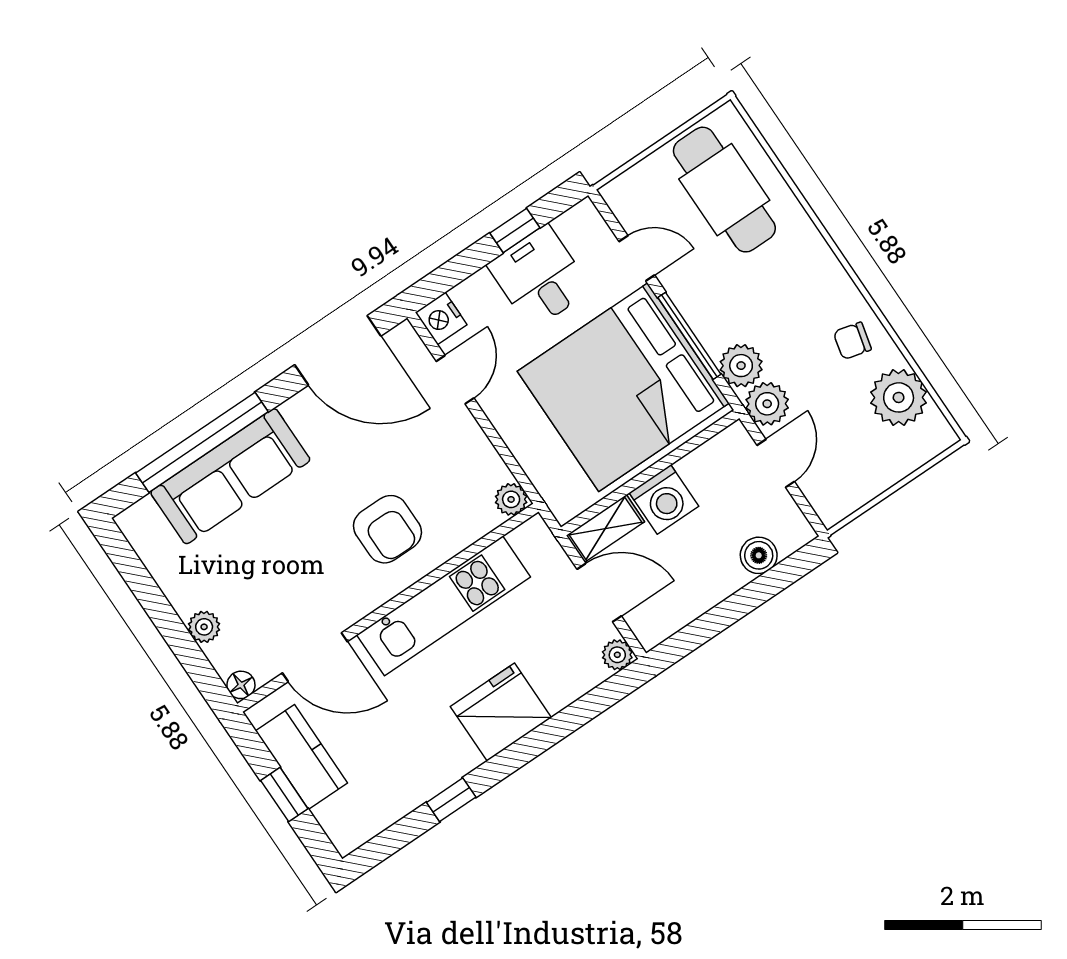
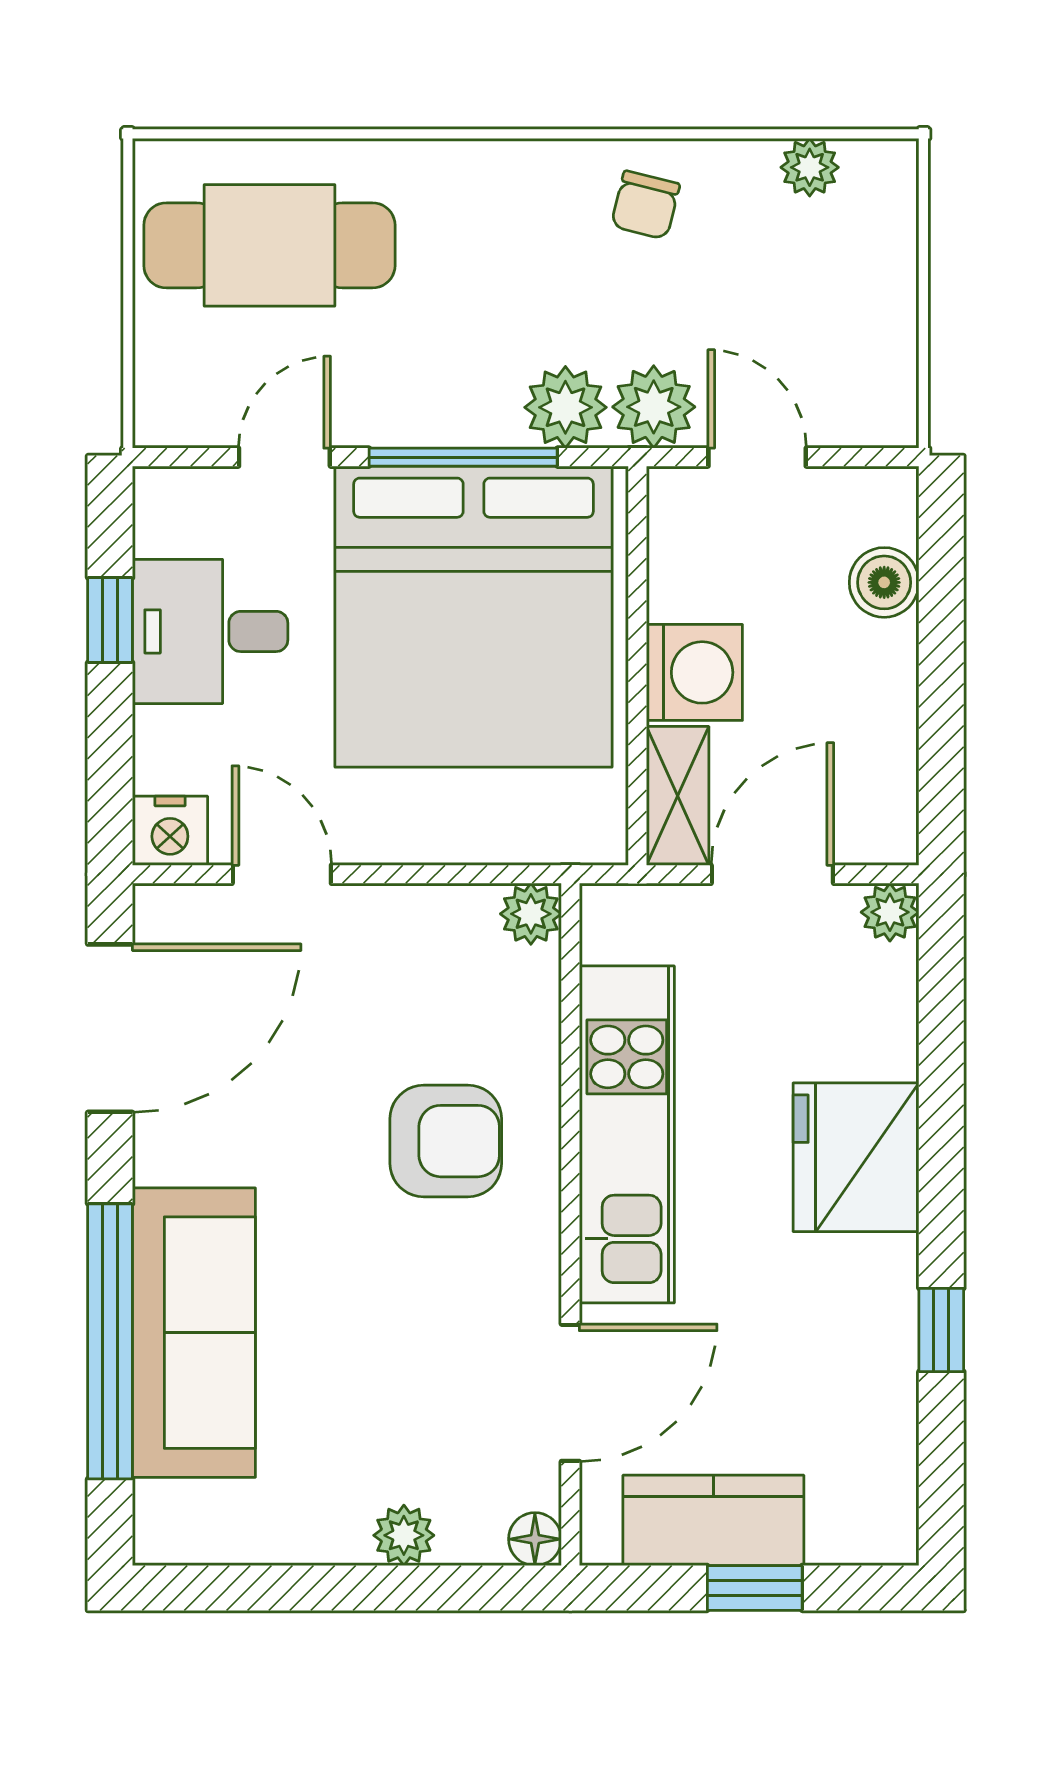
plant: (899, 397) -> (810, 167), width x0.53, depth x0.53

